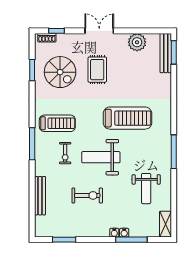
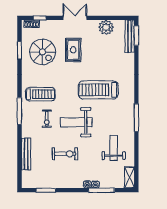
treadmill: (127, 118) -> (98, 90), turned 180
weight bench: (146, 189) -> (114, 148), turned 180

